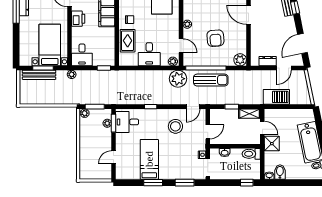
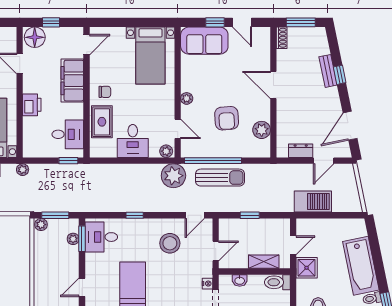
printer: (78, 19) -> (32, 105), moved
desk: (82, 55) -> (68, 134), moved, turned -90
plant: (240, 60) -> (262, 130), moved
shelving: (249, 114) -> (264, 262), moved
door: (262, 128) -> (293, 245), hinge flipped

